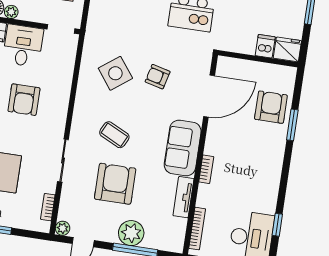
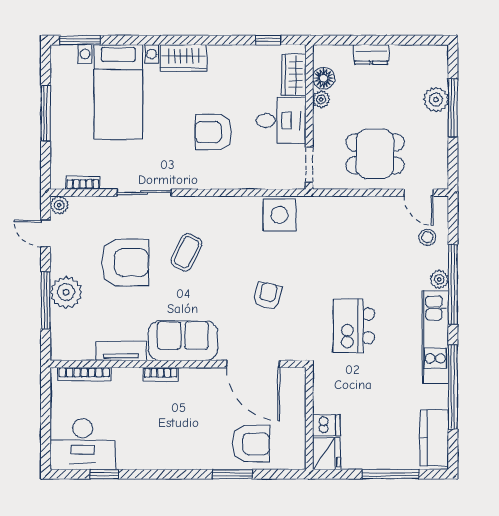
side table: (115, 73) -> (279, 215), moved, turned 37

